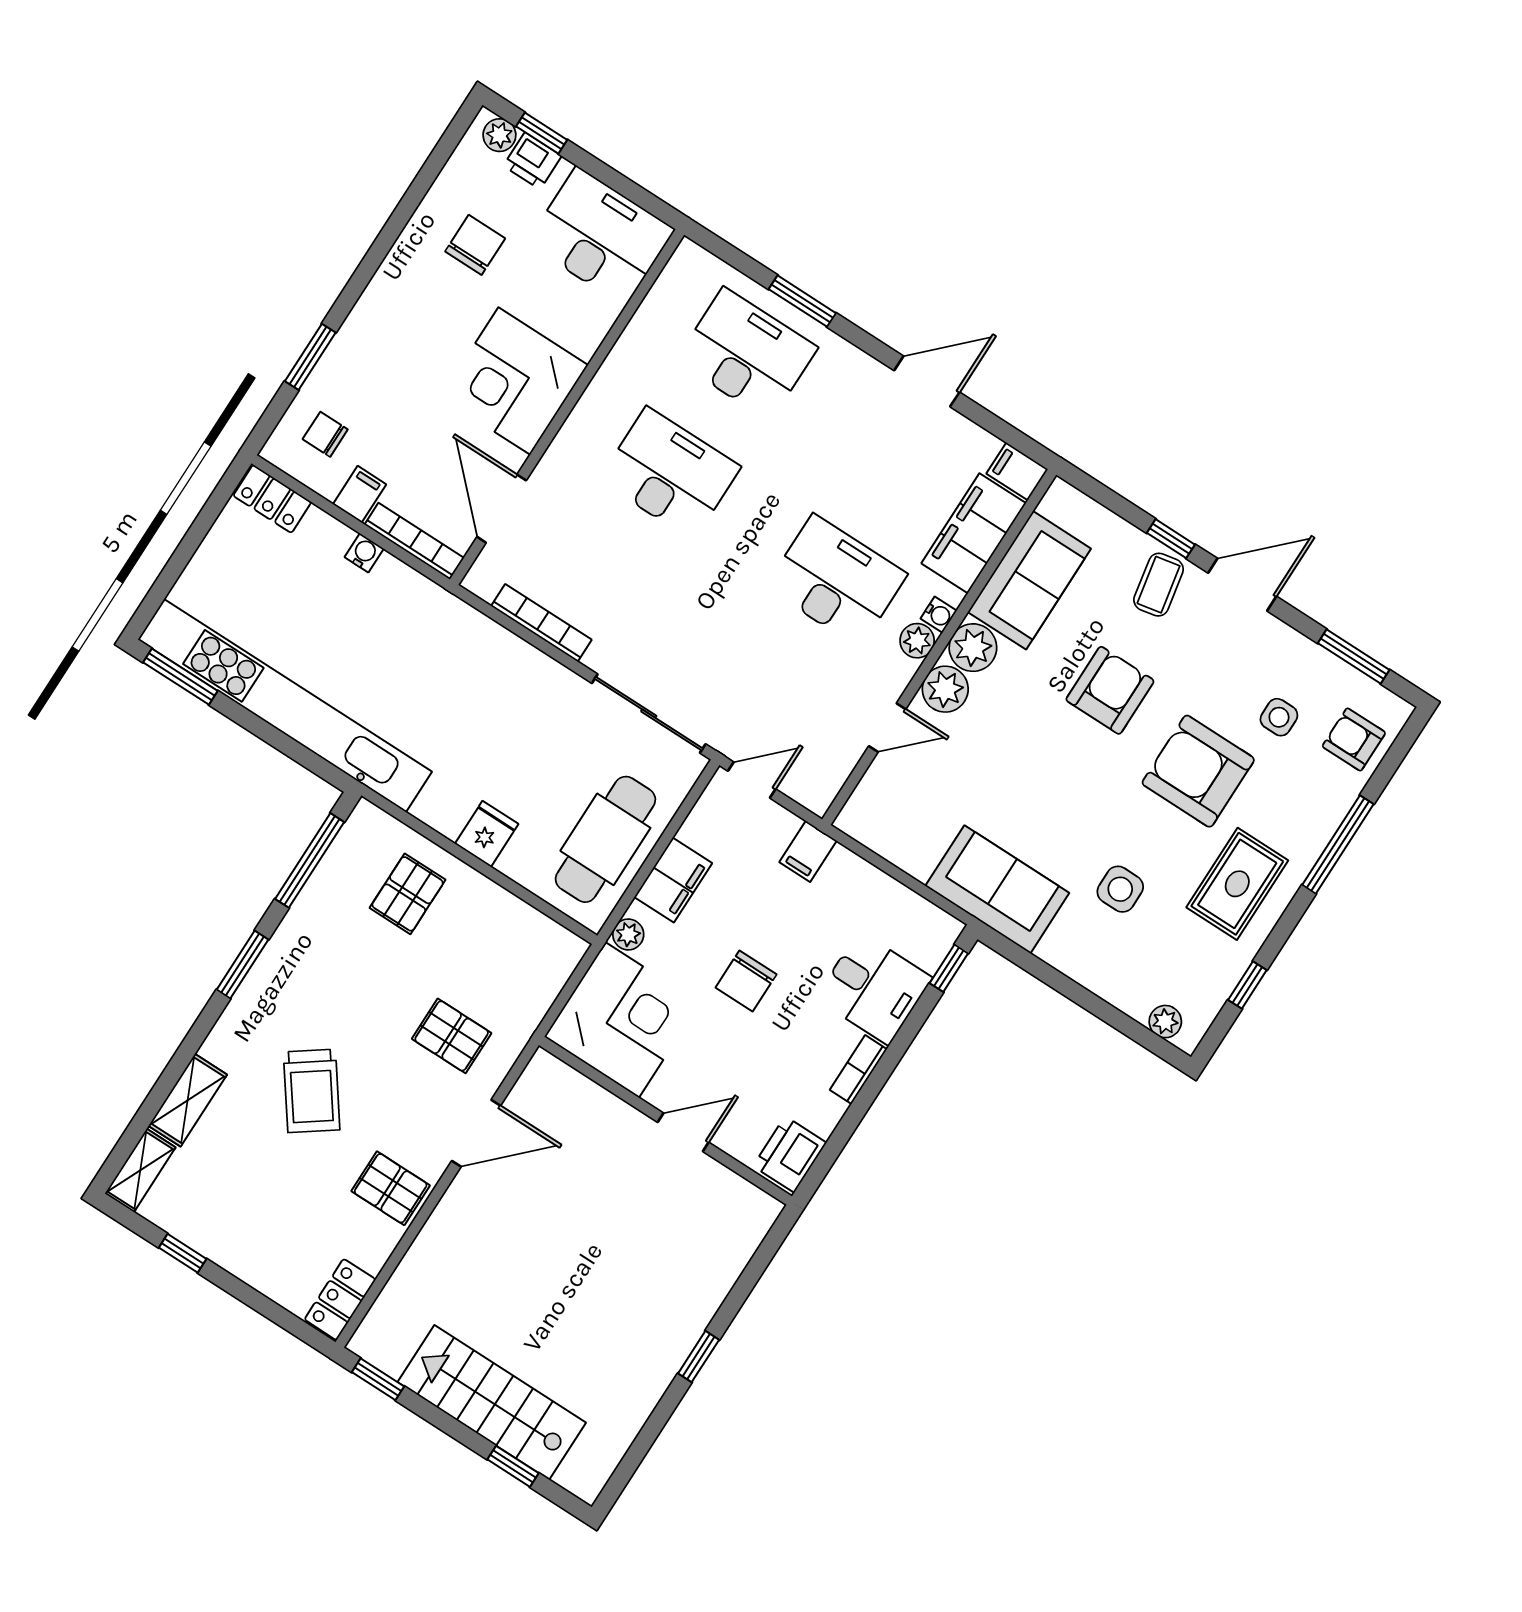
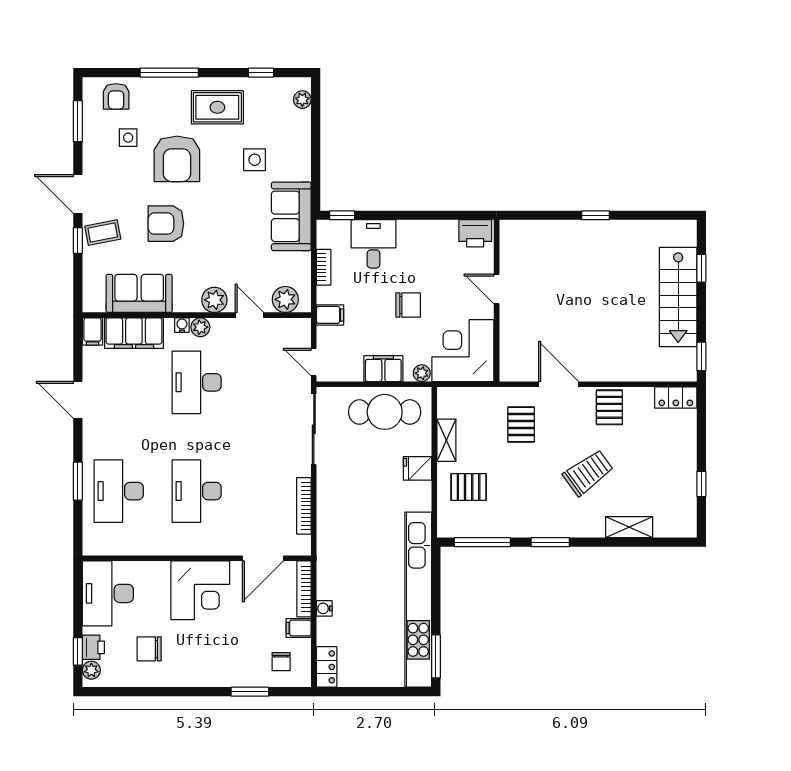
plant: (973, 648) -> (285, 299), moved
bookcase: (858, 1070) -> (324, 267), moved, turned -90
shelving: (140, 1170) -> (446, 440), moved, turned 90

